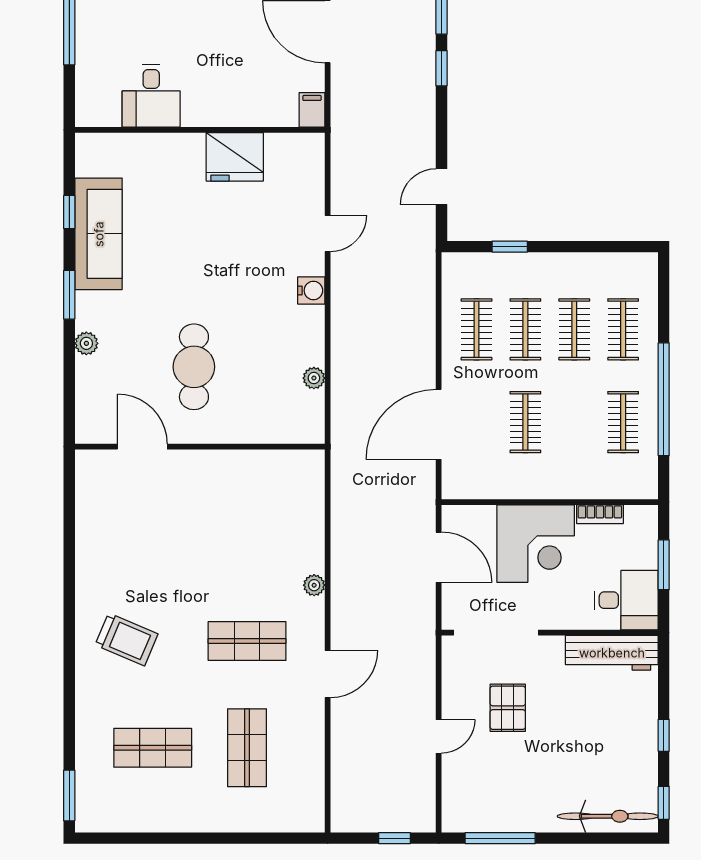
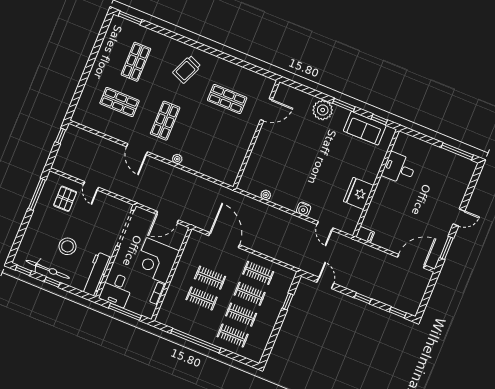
window: (441, 68) -> (363, 298), moved
desk: (151, 96) -> (399, 168), moved
filing cabinet: (312, 110) -> (365, 235), moved
wall: (200, 130) -> (376, 183), moved
fridge: (235, 157) -> (359, 193), moved
sofa: (99, 234) -> (365, 128), width x0.73
plant: (86, 343) -> (323, 110), width x1.88, depth x1.88
cafe table: (194, 367) -> (291, 146), removed
clothes rail: (623, 422) -> (202, 298), moved
shop shelf: (153, 534) -> (227, 99), added
window: (664, 565) -> (125, 312), width x1.44
pallet: (508, 708) -> (65, 199), moved, turned 90
stool: (579, 734) -> (68, 246), added
bicycle: (608, 816) -> (48, 269), moved, turned -90
window: (395, 838) -> (61, 136), moved

